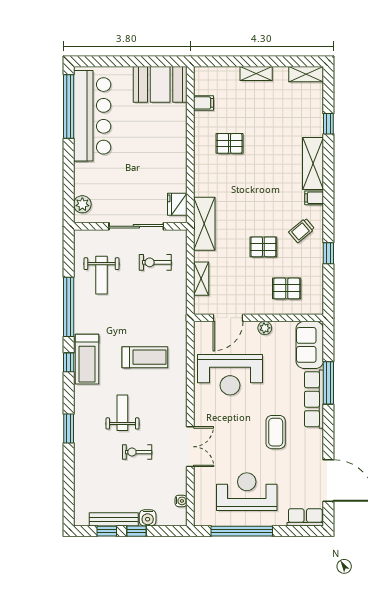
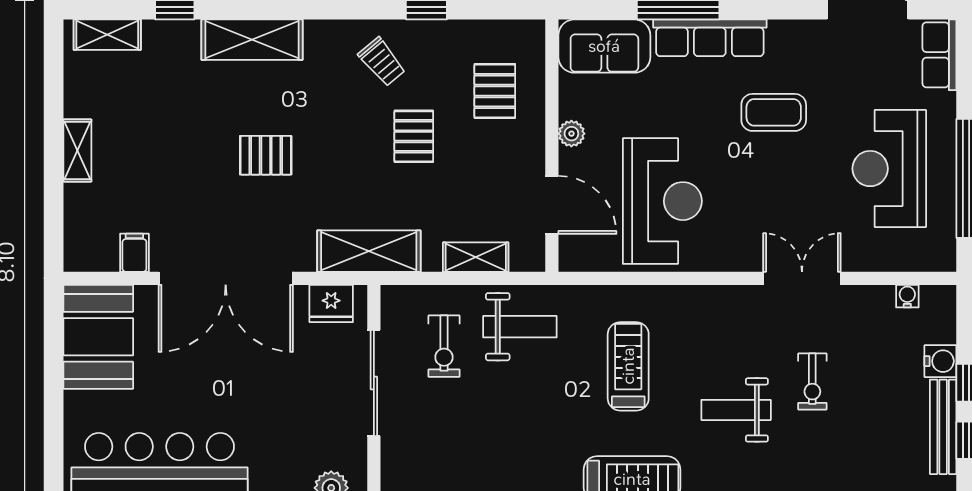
shelving: (306, 74) -> (107, 35), moved, turned 90
pallet: (230, 143) -> (266, 155), moved, turned 90
double door: (190, 150) -> (226, 278), added
filing cabinet: (314, 198) -> (319, 38), removed
weight bench: (101, 275) -> (520, 327), moved

